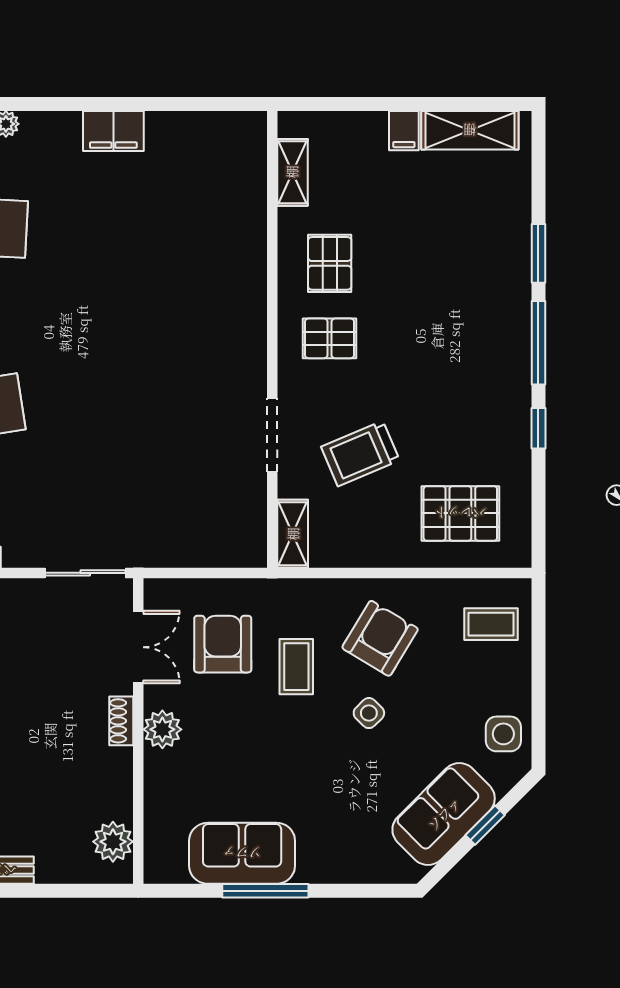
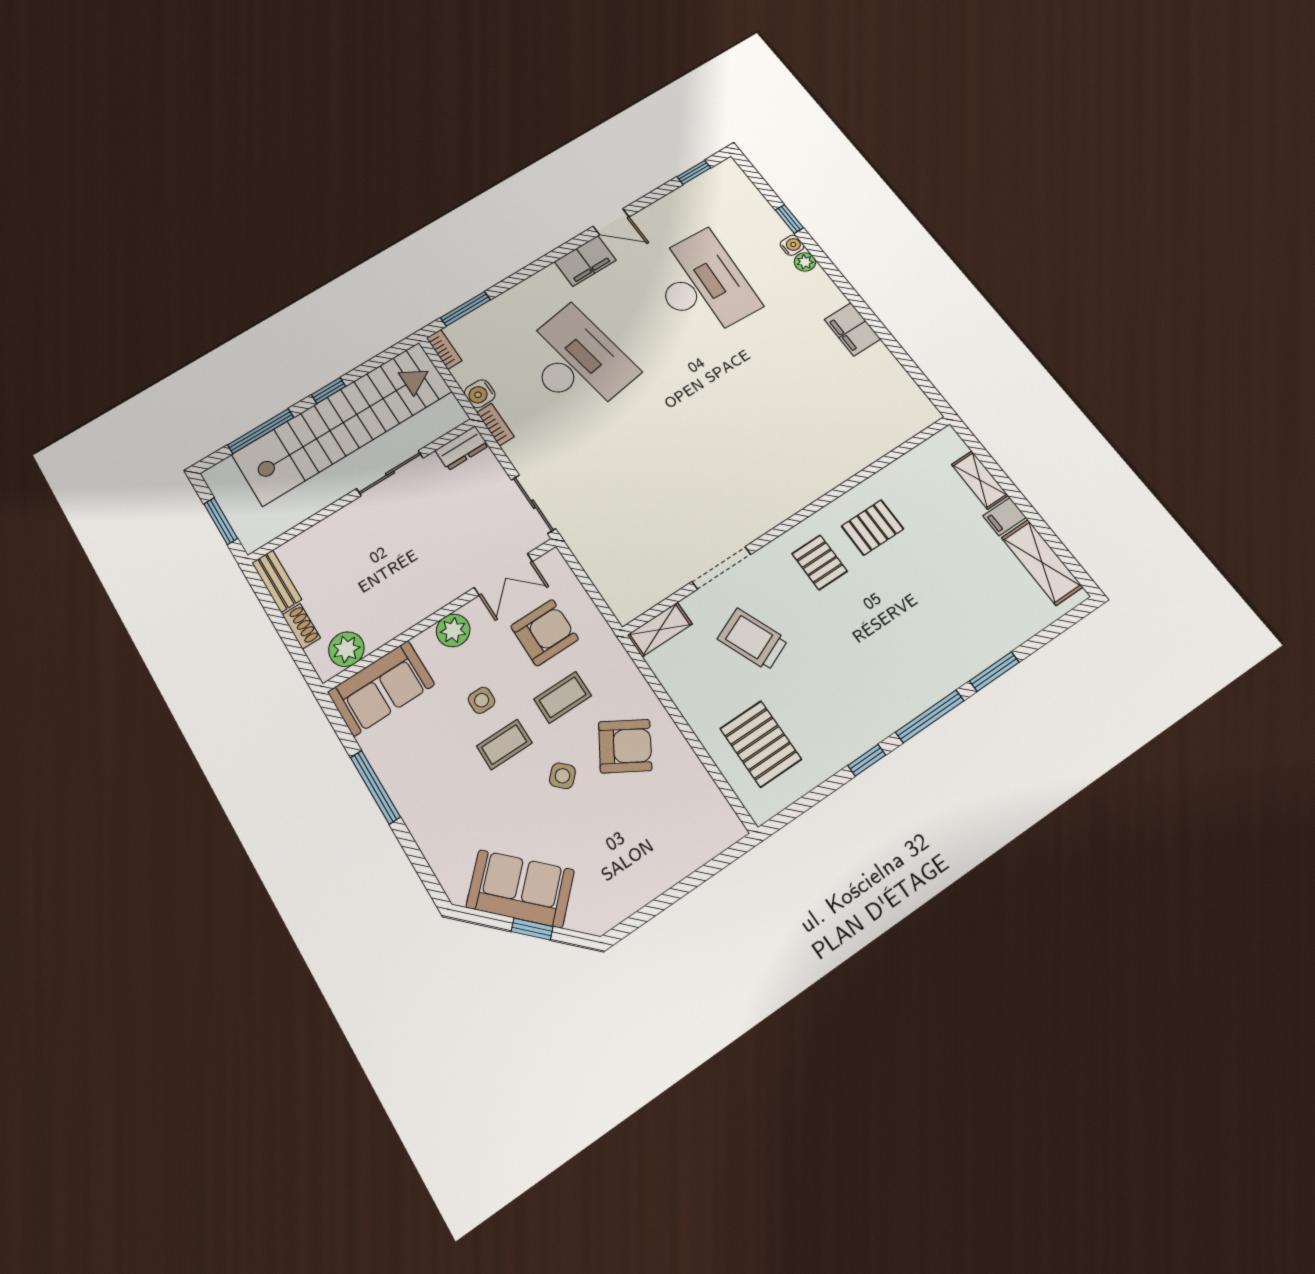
shelving: (292, 172) -> (980, 480), moved, turned 90
coffee table: (491, 624) -> (504, 744), moved, turned 90
shoe rack: (121, 721) -> (301, 626), moved, turned 90
side table: (503, 734) -> (482, 700), moved, width x0.73, depth x0.73
sofa: (242, 853) -> (381, 688), moved, turned 90

